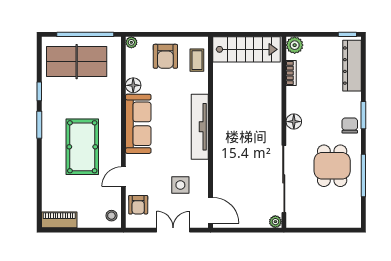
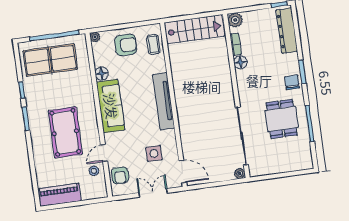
armchair: (165, 56) -> (126, 45), turned -90
floor lamp: (294, 122) -> (240, 62), moved
stool: (111, 216) -> (94, 171), moved
piano: (59, 220) -> (59, 195), width x1.37, depth x1.33

